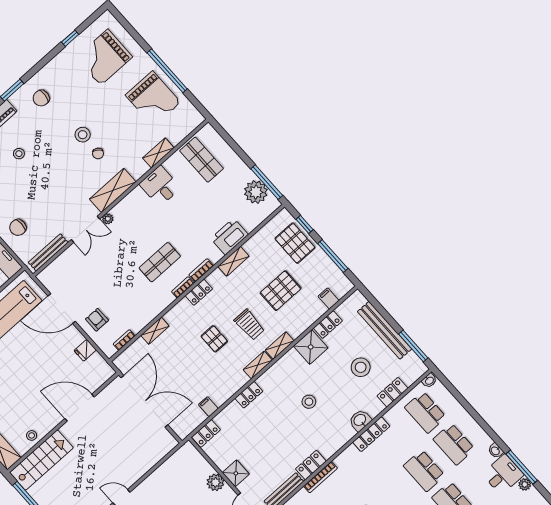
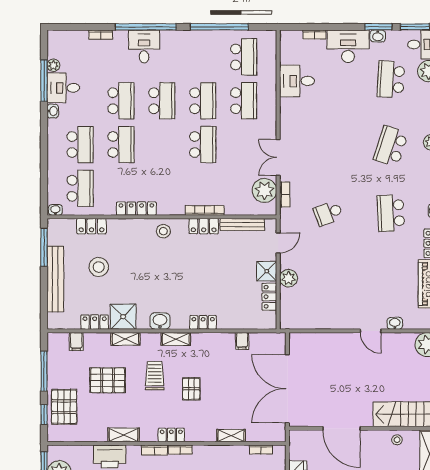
shelving: (280, 346) -> (125, 339), moved
stool: (309, 402) -> (163, 231), moved
washbasin: (360, 420) -> (160, 321), moved, turned 180
locker: (206, 433) -> (269, 297), moved, turned -90

